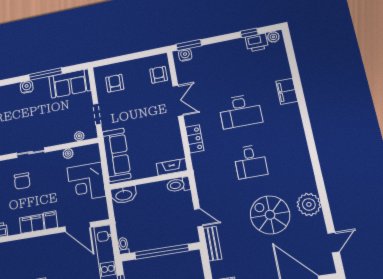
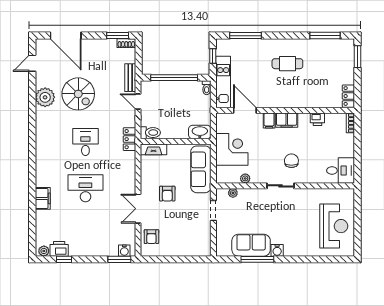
sofa: (70, 83) -> (251, 245), moved
armchair: (115, 83) -> (167, 194), moved
locker: (195, 139) -> (129, 139), moved

